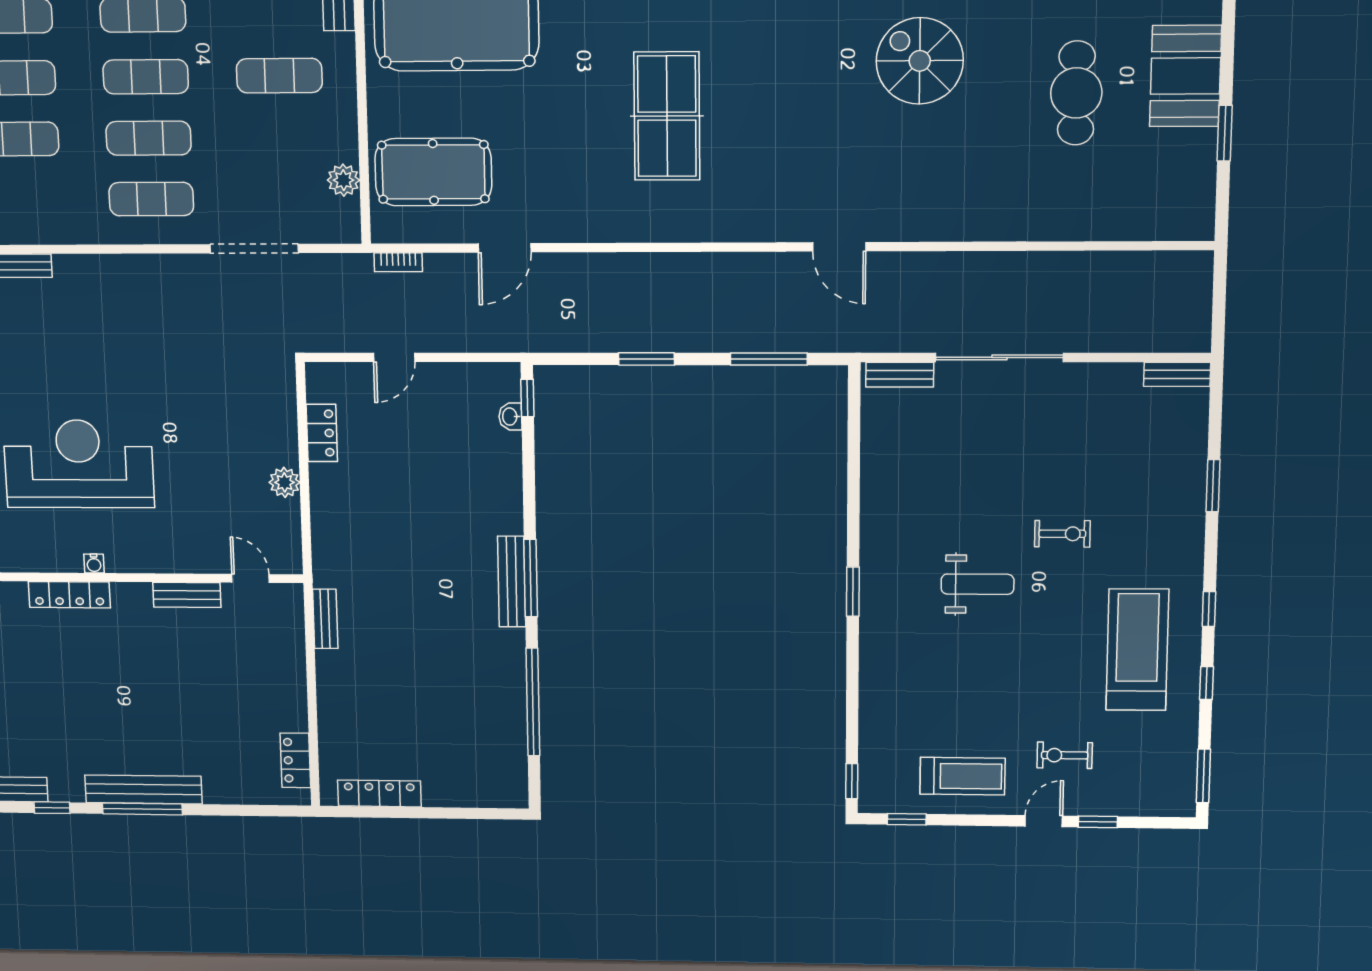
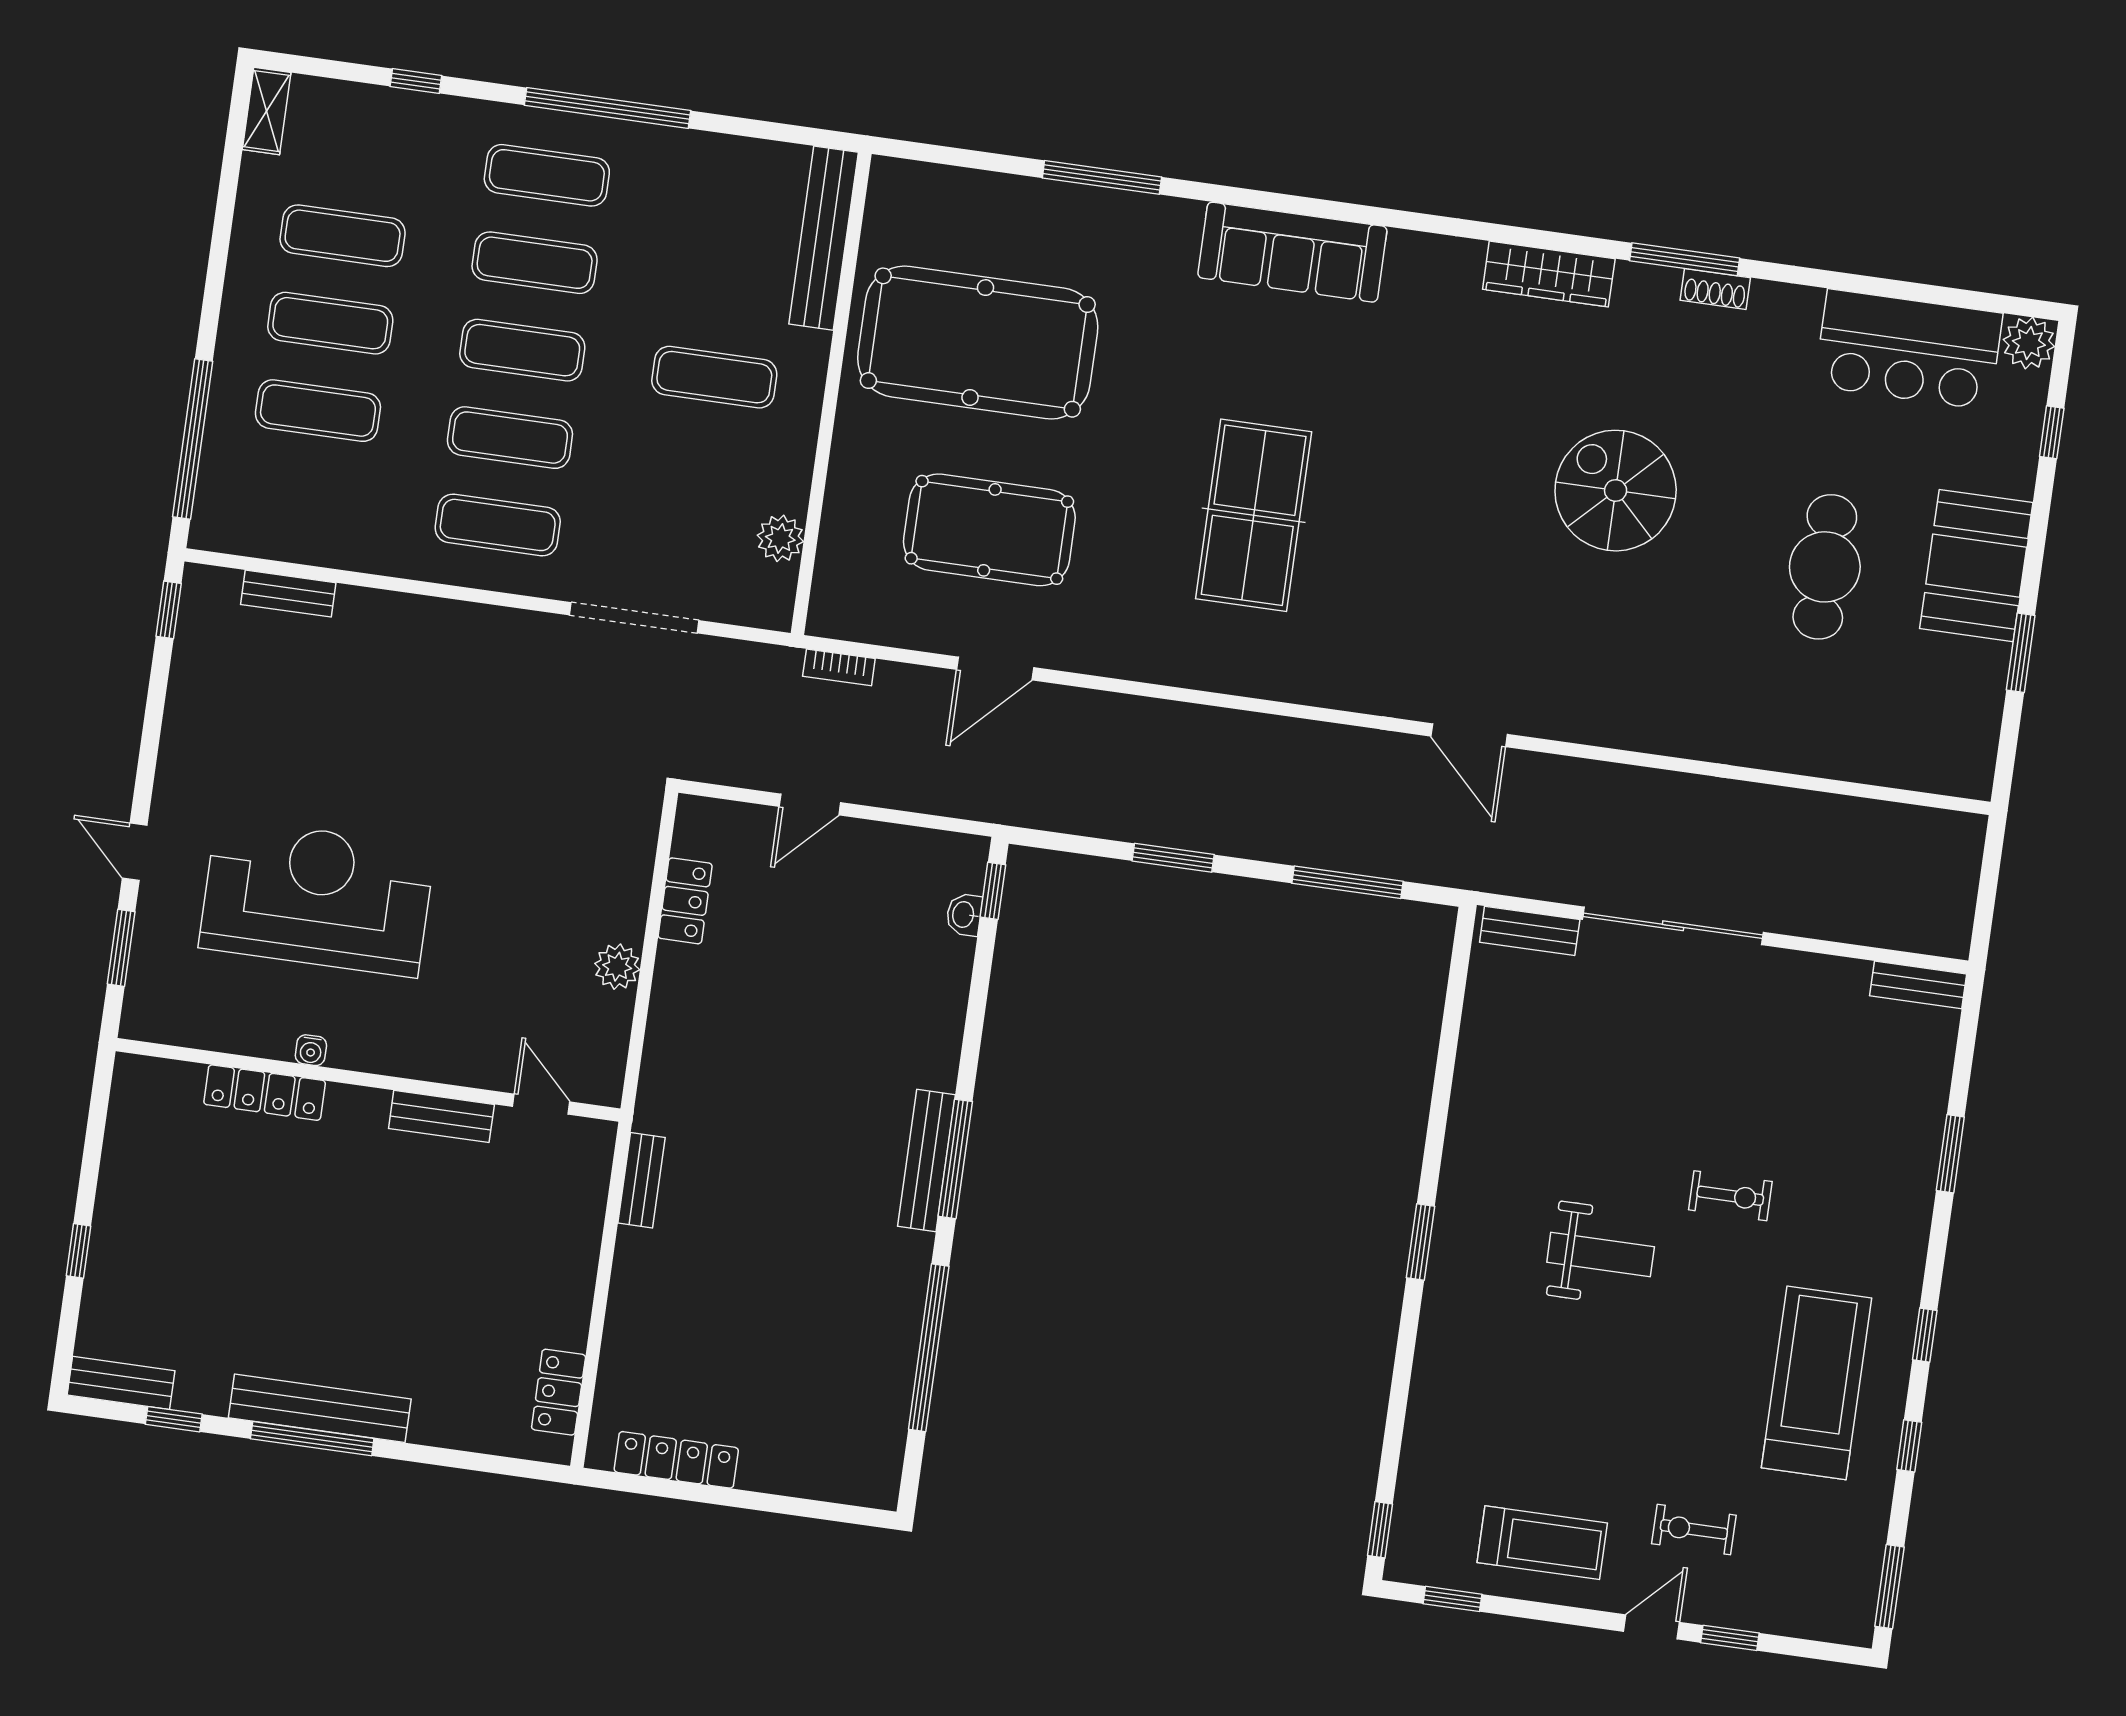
pool table: (433, 172) -> (989, 530), moved

